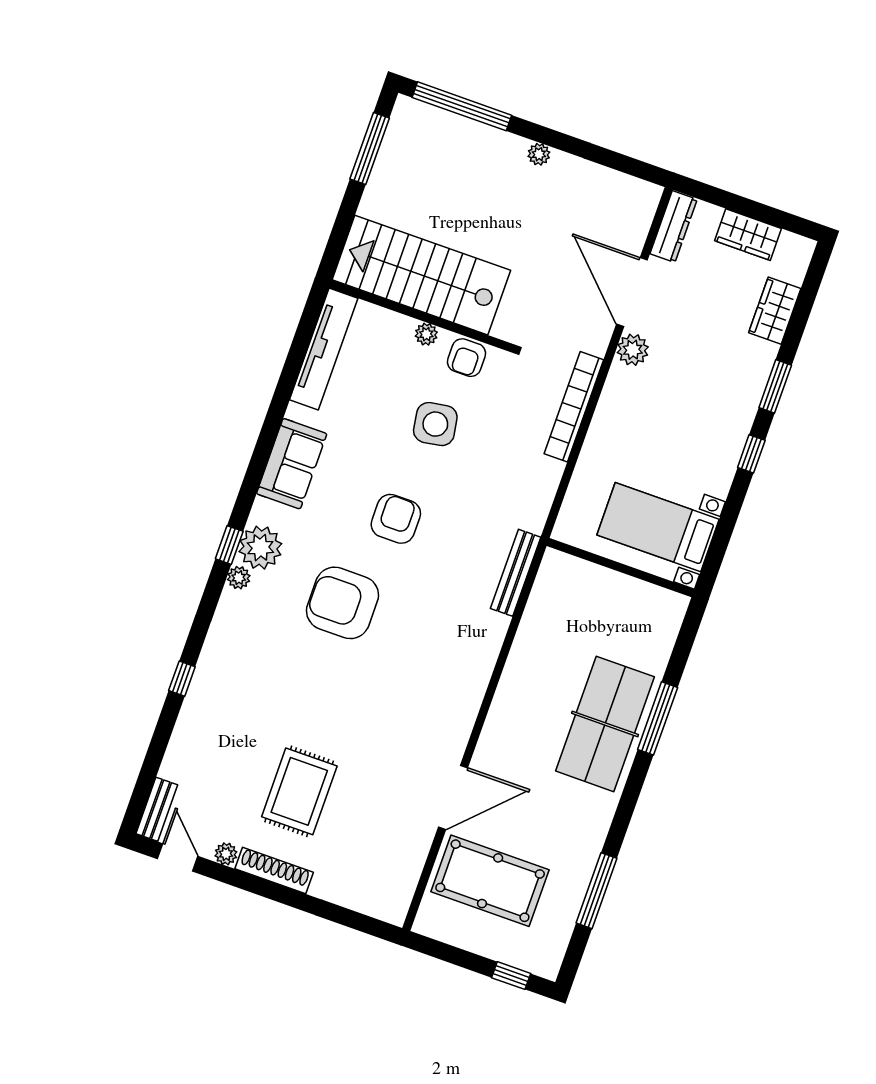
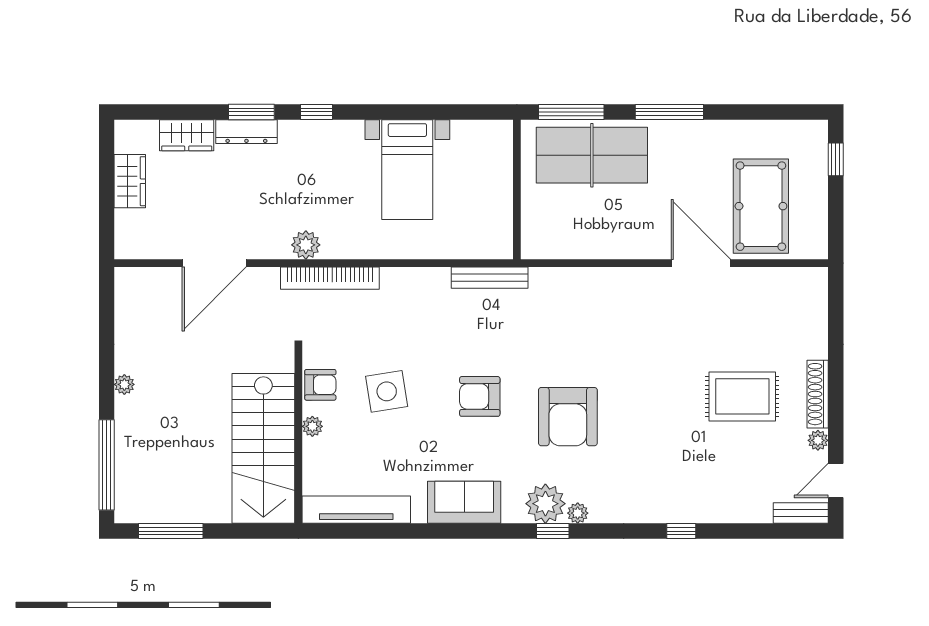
dresser: (674, 227) -> (246, 132), moved, turned 180
plant: (633, 350) -> (306, 245), moved
wall: (620, 568) -> (517, 189), moved
window: (597, 891) -> (669, 112), moved

